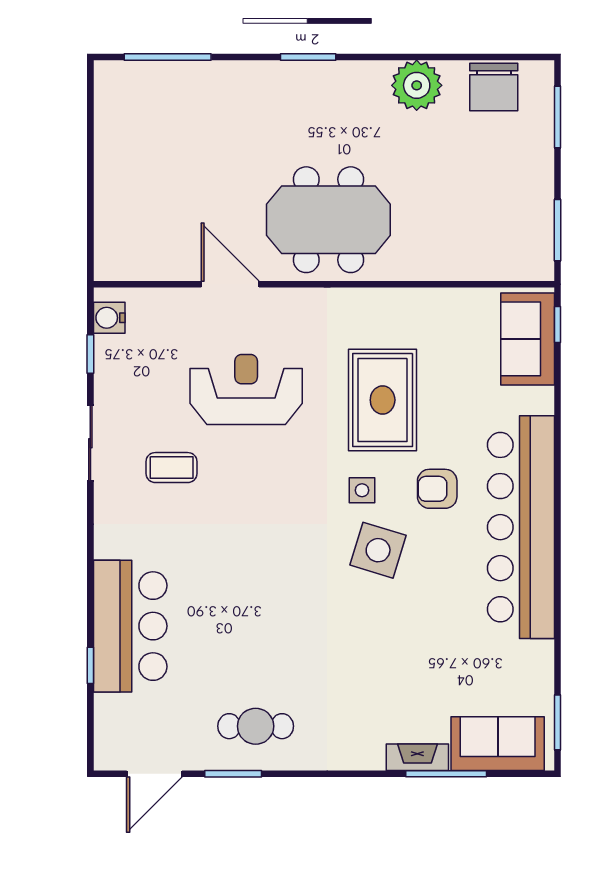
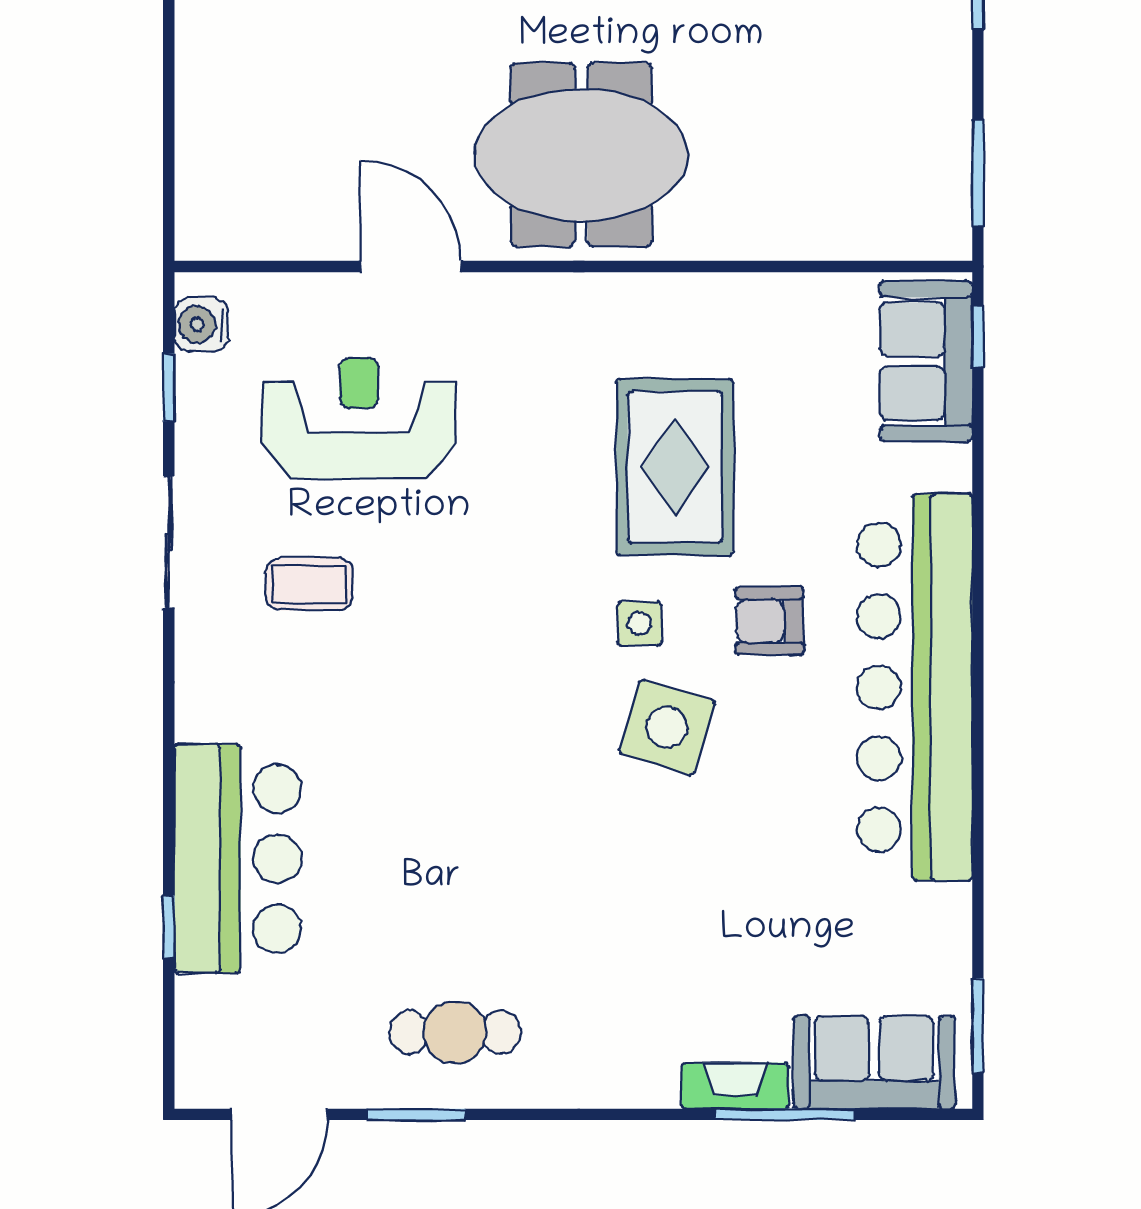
reception desk: (246, 389) -> (359, 418), moved

